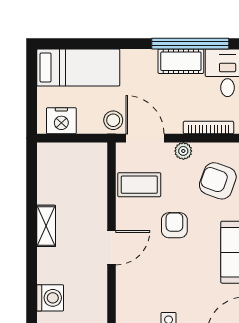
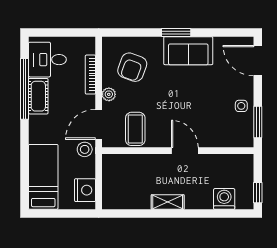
armchair: (174, 225) -> (167, 101), removed

